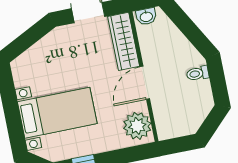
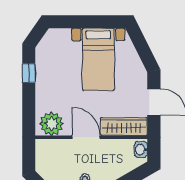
bed with nightstands: (57, 113) -> (98, 59), moved

